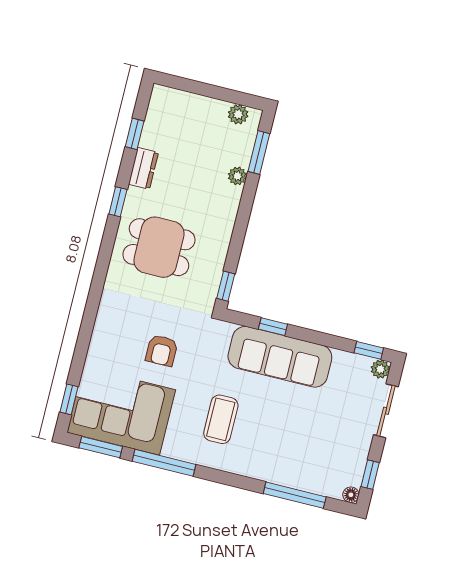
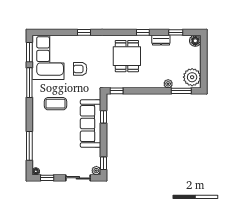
floor lamp: (162, 98) -> (195, 41), added
plant: (238, 114) -> (192, 77), width x1.88, depth x1.88
window: (69, 399) -> (84, 32), moved

